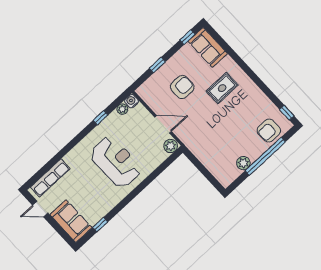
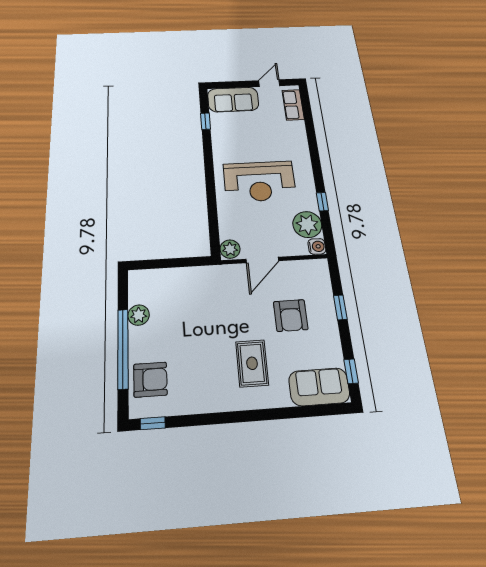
plant: (122, 109) -> (307, 224), width x1.88, depth x1.88
armchair: (269, 131) -> (150, 380), turned 90
row of seats: (50, 178) -> (293, 105), width x0.68

